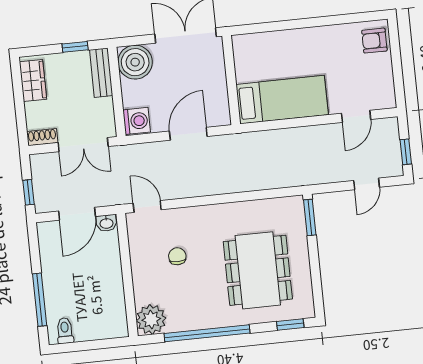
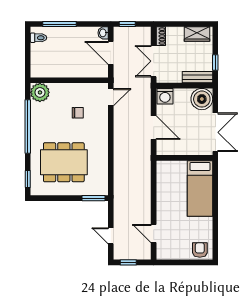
bed: (282, 100) -> (200, 188), moved
washbasin: (106, 223) -> (103, 33), moved

